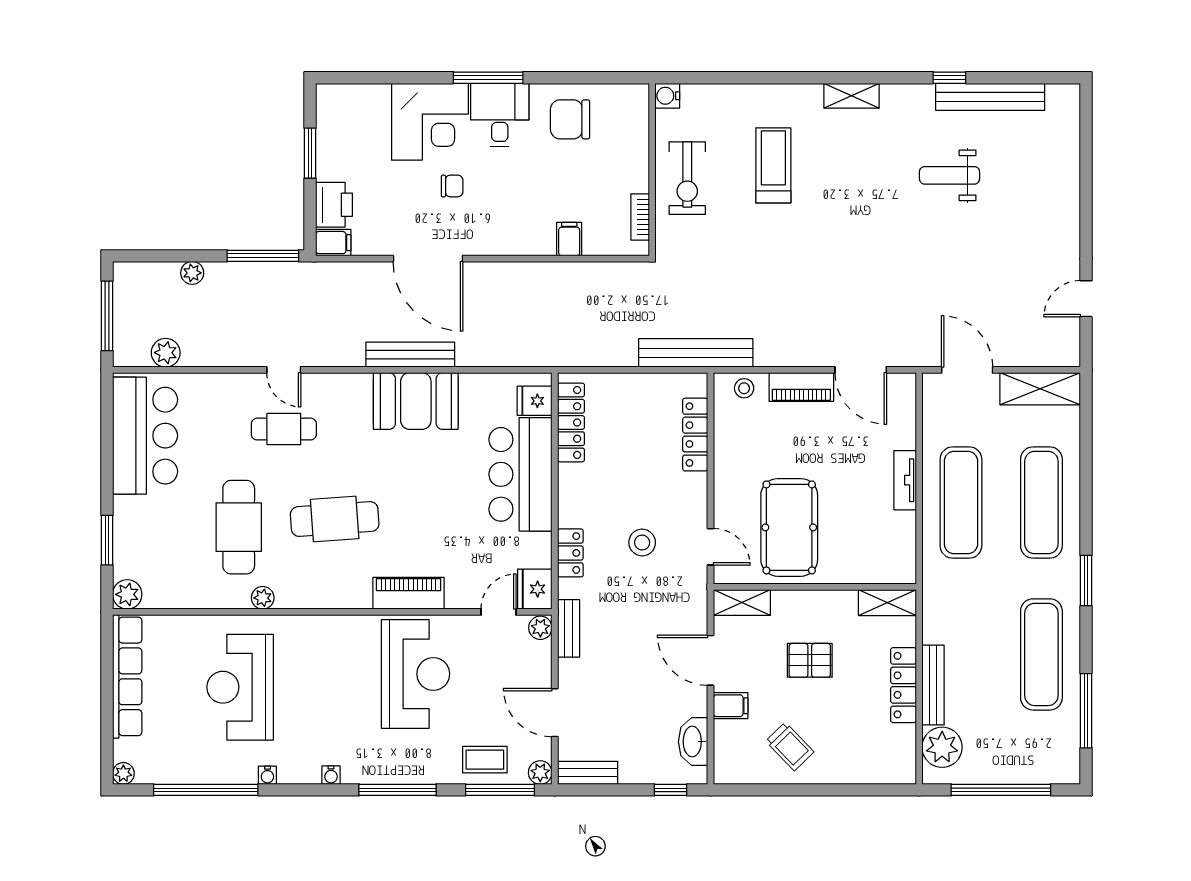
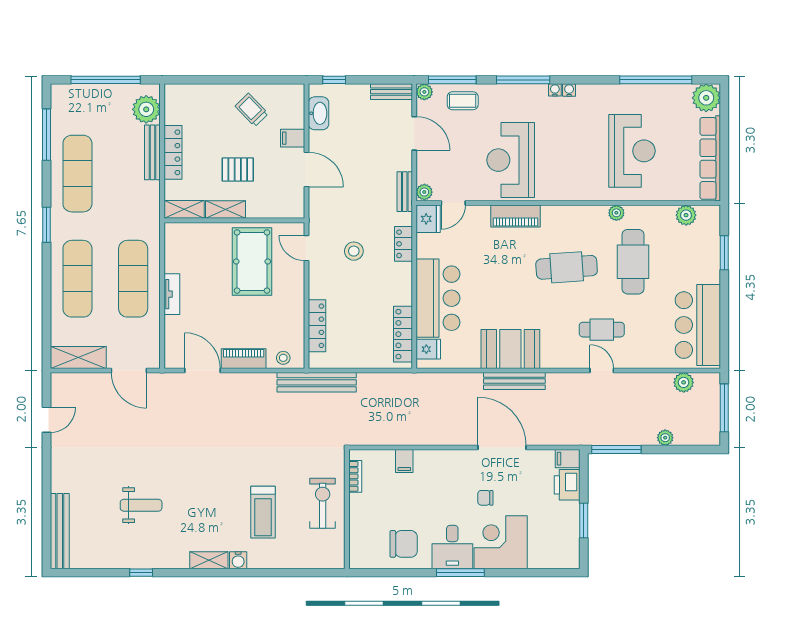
water cooler: (667, 96) -> (238, 560), moved, turned 90
bench: (990, 97) -> (60, 531), moved, turned 90
plant: (127, 594) -> (686, 215), moved
shelving: (742, 602) -> (225, 210), moved
plant: (123, 773) -> (706, 98), width x1.87, depth x1.87
water cooler: (267, 775) -> (555, 90), moved

